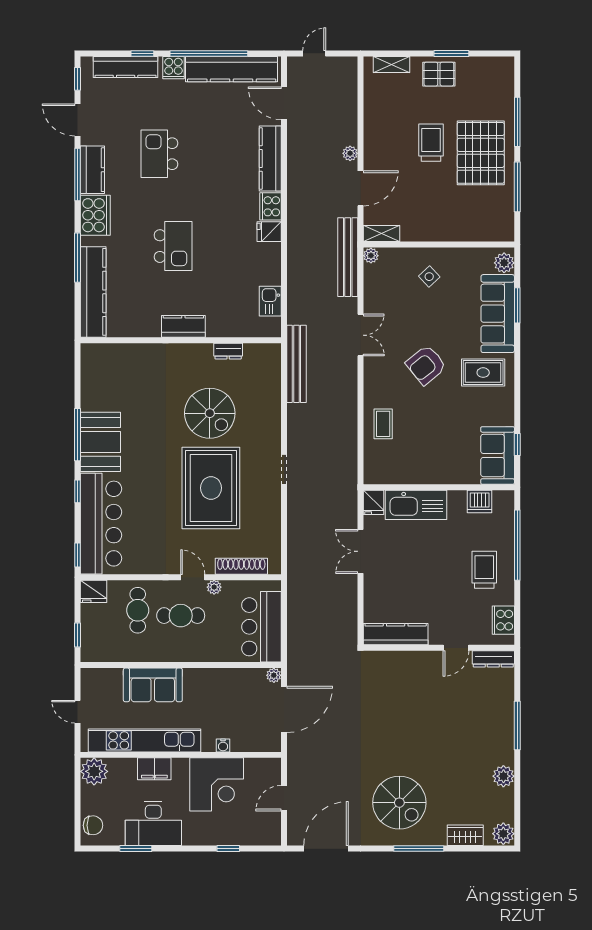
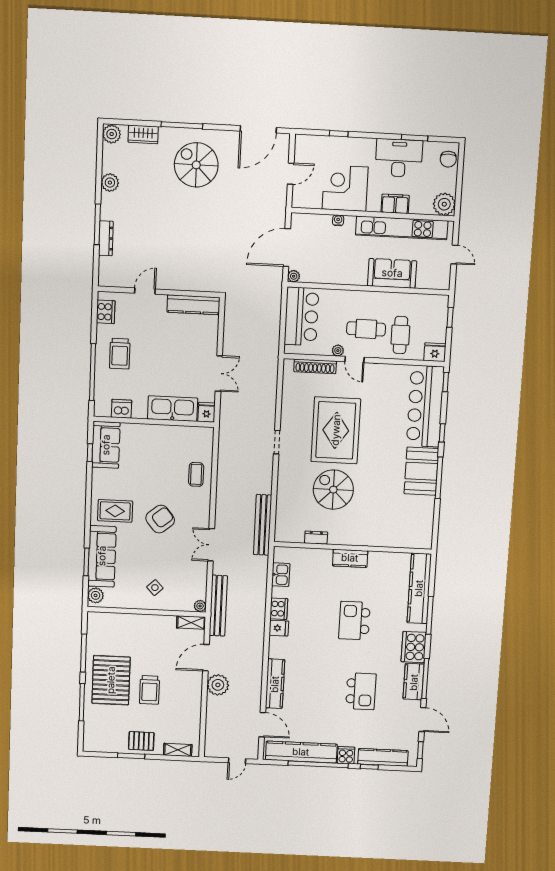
plant: (350, 153) -> (218, 685), width x1.88, depth x1.88
cooker: (271, 206) -> (279, 609), moved
dresser: (493, 659) -> (106, 238), moved, turned 90
chair: (93, 825) -> (448, 159), turned -90

